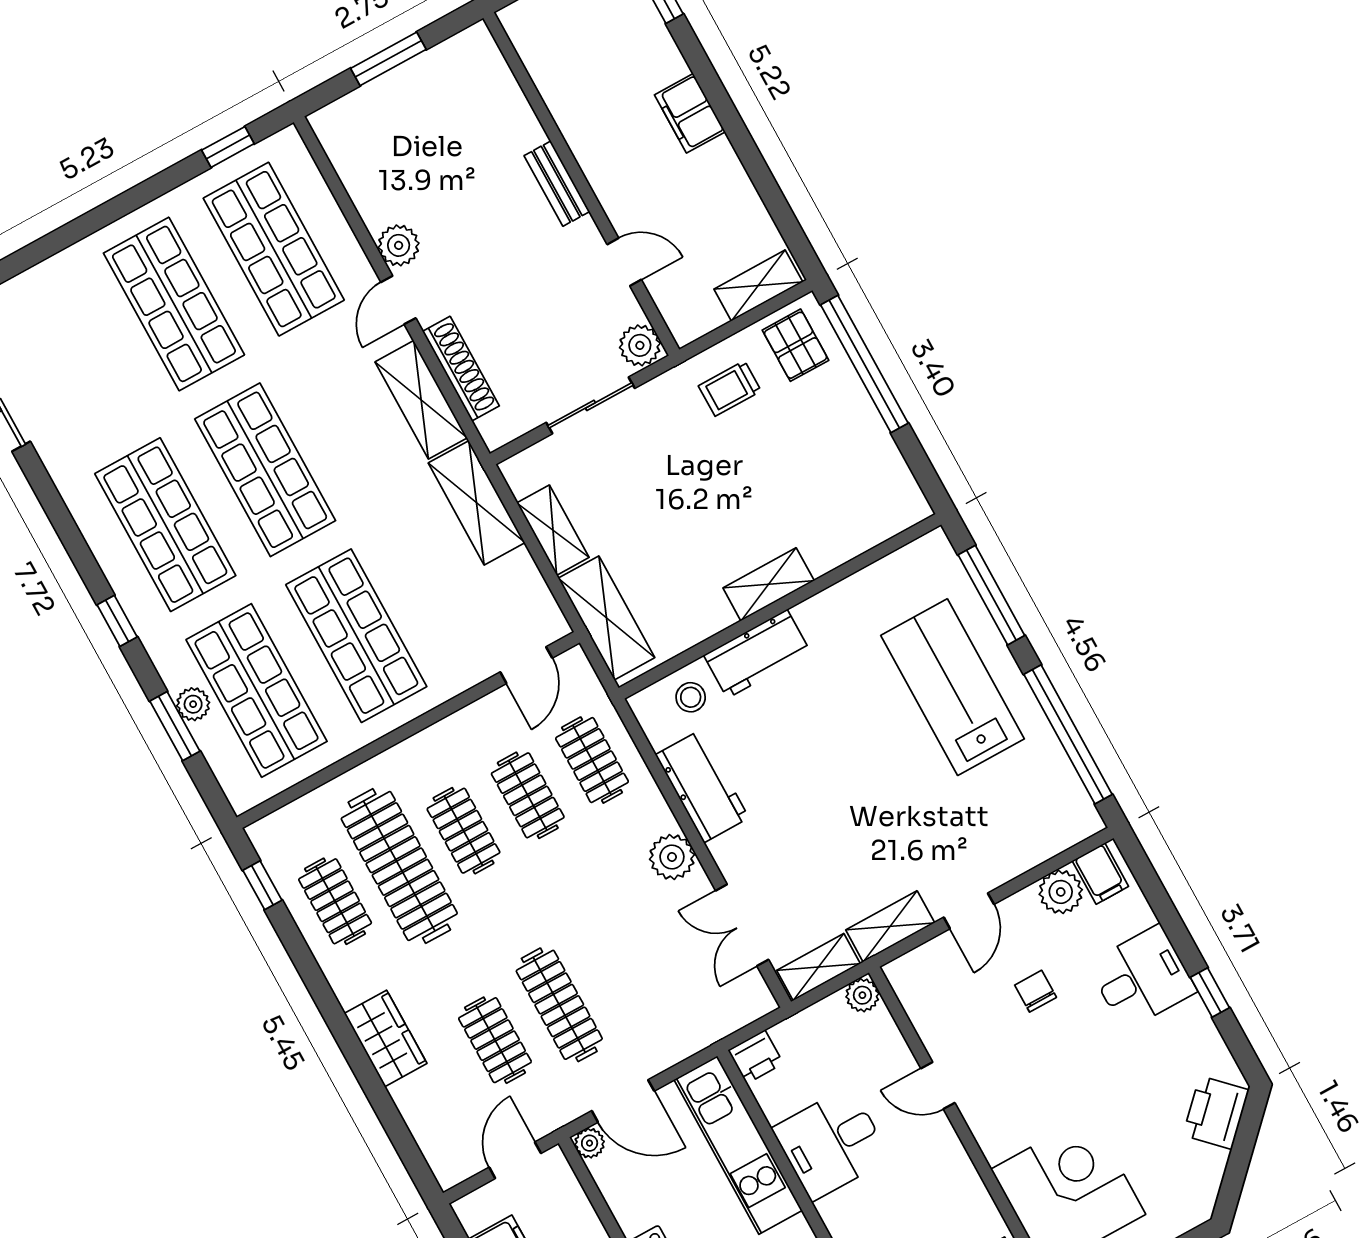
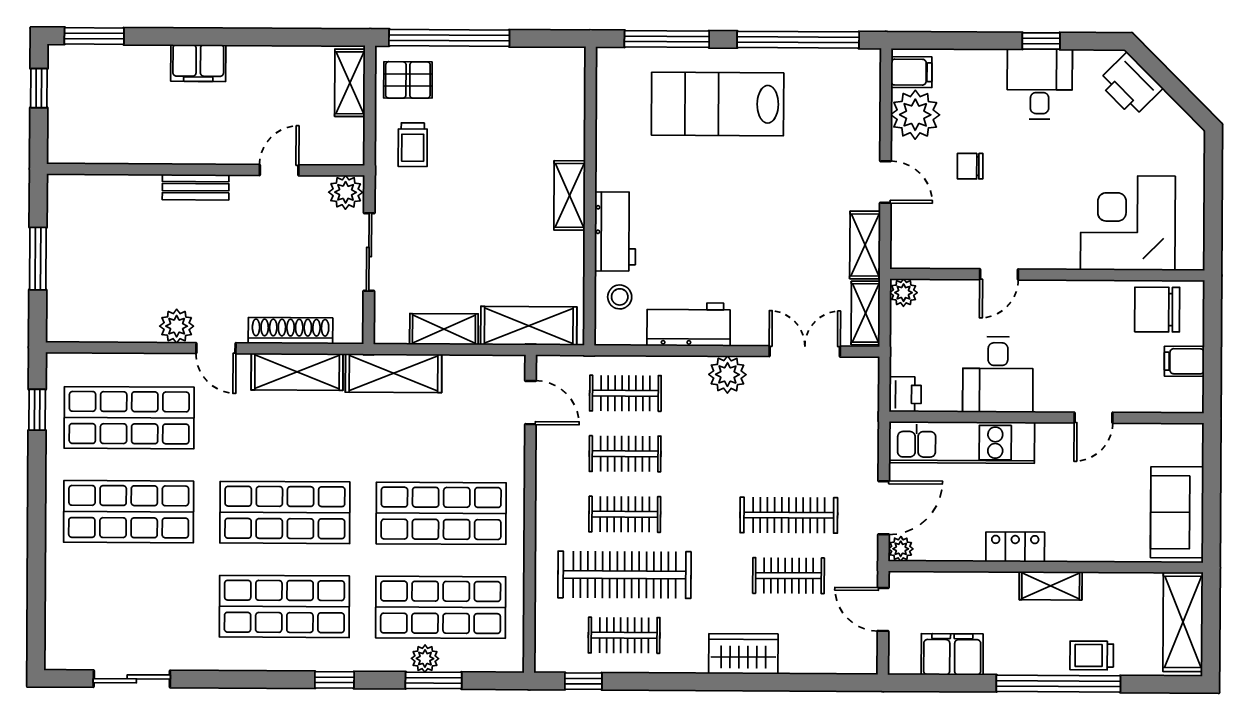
plant: (1061, 892) -> (915, 115), width x1.36, depth x1.36
double door: (742, 925) -> (805, 351), swing flipped
desk: (1142, 978) -> (1040, 84), moved

